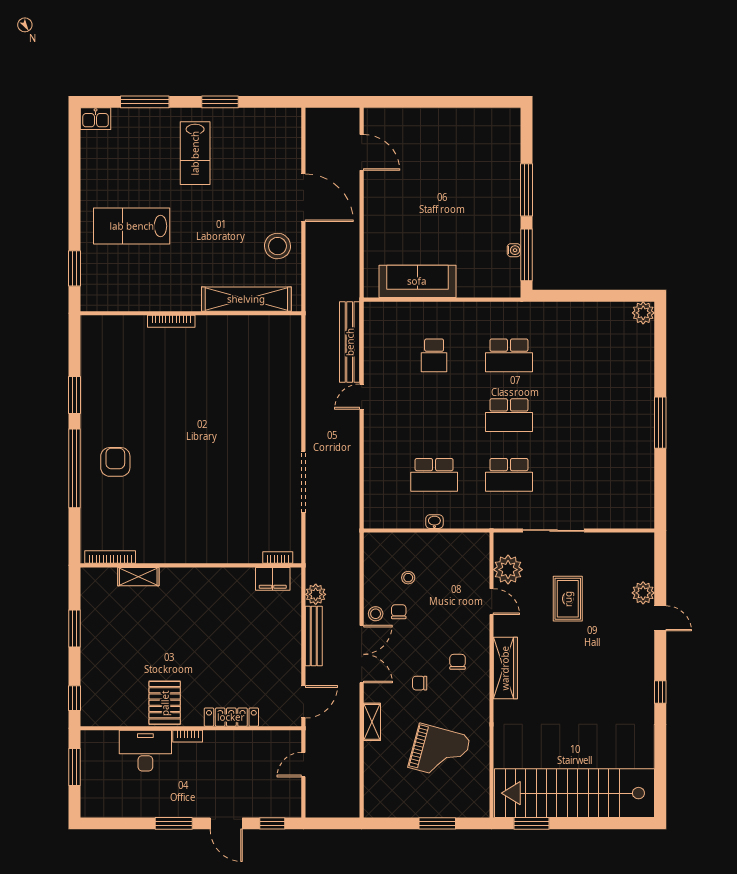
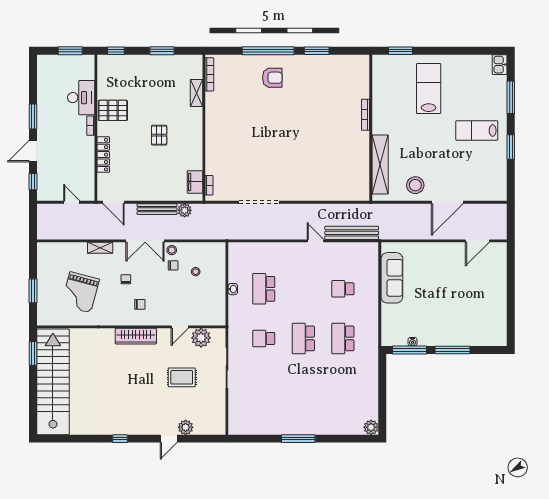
school desk: (509, 475) -> (264, 338), width x0.54
pallet: (202, 633) -> (159, 135), added

